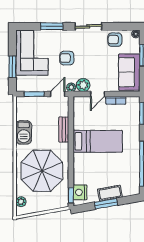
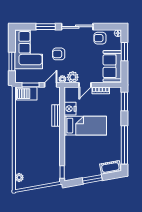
sliding door: (88, 26) -> (77, 27), width x1.37
barbecue: (24, 132) -> (27, 94), moved, turned 90
parasol: (42, 171) -> (37, 151), removed
nightstand: (80, 192) -> (70, 109), moved
cot: (110, 193) -> (110, 167), moved

